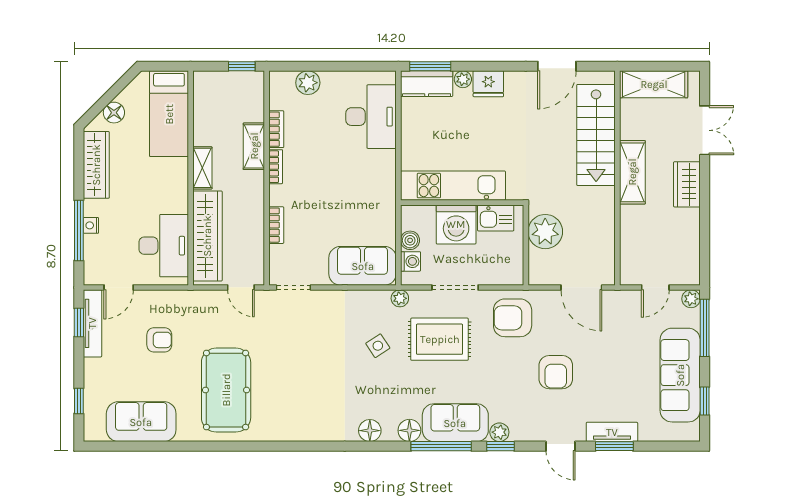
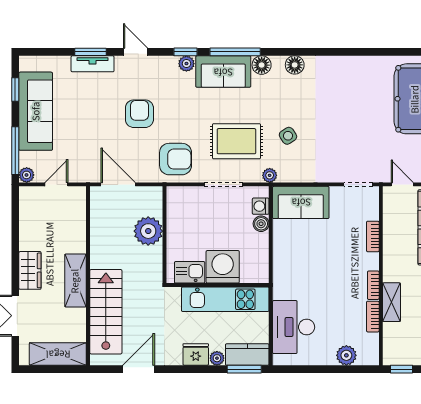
kitchen unit: (453, 186) -> (225, 299), moved
wall: (462, 203) -> (218, 285), moved
kitchen sink: (496, 218) -> (190, 272), moved
washing machine: (456, 224) -> (223, 267), moved

